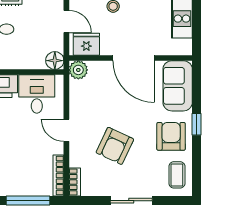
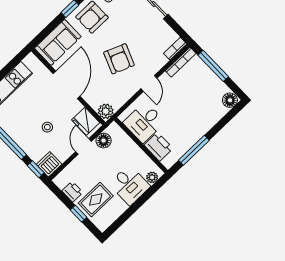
floor lamp: (55, 61) -> (104, 141), moved
armchair: (115, 146) -> (119, 59), moved, turned 87

